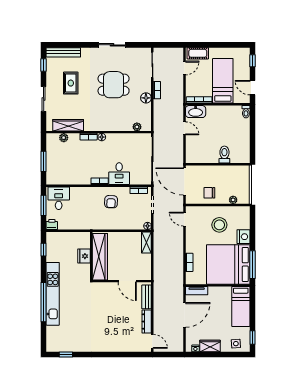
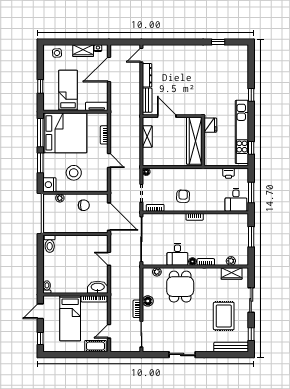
rug: (71, 83) -> (224, 316), width x1.36, depth x1.43
dining table: (114, 85) -> (180, 287), moved, turned 90
door: (252, 88) -> (40, 311), swing flipped
wardrobe: (68, 125) -> (232, 273), width x0.67
door: (184, 128) -> (109, 259), moved
toilet: (224, 155) -> (50, 244), moved
desk: (119, 174) -> (177, 254), moved, turned 180
door: (184, 219) -> (109, 161), moved
printer: (52, 225) -> (229, 173), moved
window: (252, 235) -> (40, 163), added
nightstand: (243, 237) -> (49, 185), moved
shelving: (146, 243) -> (147, 137), moved
fridge: (84, 256) -> (210, 125), moved
kitchen unit: (53, 294) -> (242, 132), moved
window: (44, 302) -> (251, 95), width x0.32
bed: (241, 306) -> (68, 90), moved
door: (184, 315) -> (109, 69), moved
window: (252, 337) -> (40, 86), moved
door: (152, 341) -> (141, 55), hinge flipped
window: (66, 354) -> (218, 42), moved

